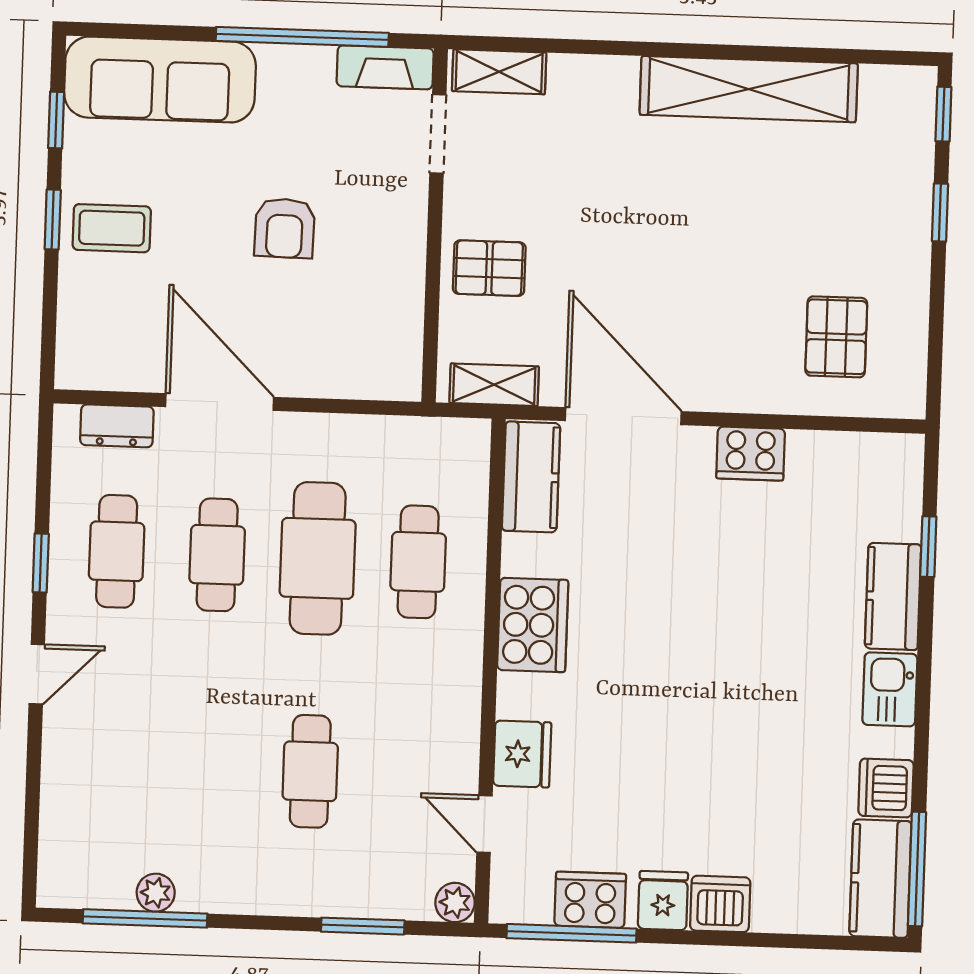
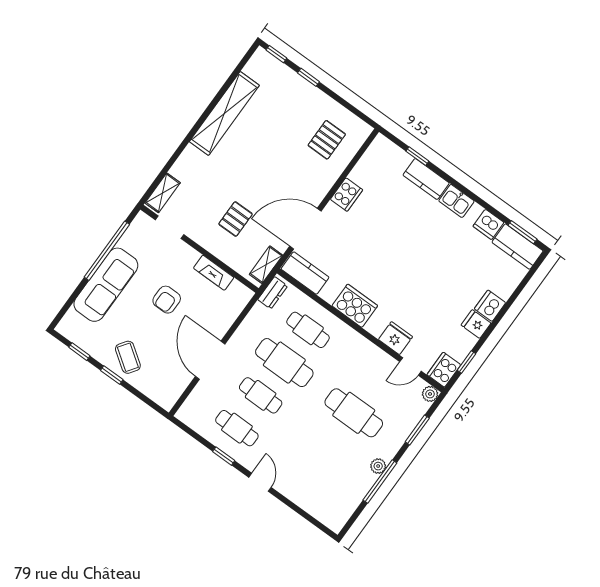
fireplace: (385, 67) -> (214, 273), moved, turned 90
sofa: (160, 80) -> (106, 285), moved
coffee table: (112, 228) -> (128, 357), turned -55
armchair: (285, 228) -> (167, 300), turned 89
pallet: (489, 268) -> (236, 219), moved
pallet: (836, 337) -> (327, 140), turned 90
door: (220, 402) -> (210, 360), hinge flipped
dresser: (117, 426) -> (273, 293), moved
cafe table: (310, 771) -> (354, 413), width x1.37, depth x1.35
window: (917, 869) -> (522, 232), width x0.69
plant: (156, 893) -> (378, 466), moved
cooker: (590, 900) -> (444, 370), moved
window: (145, 918) -> (380, 482), moved
window: (572, 933) -> (466, 362), width x0.46

